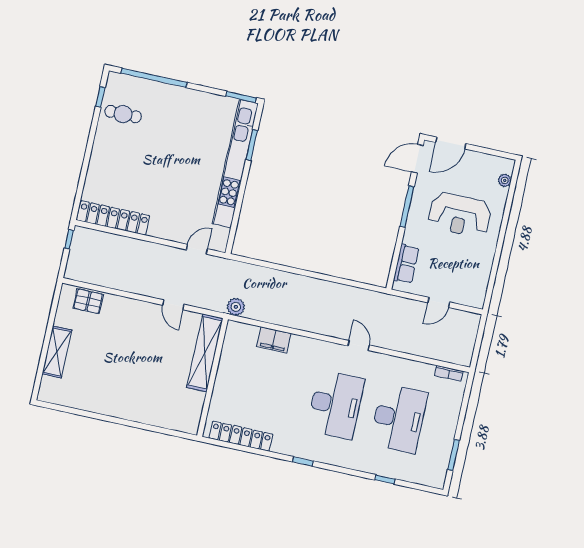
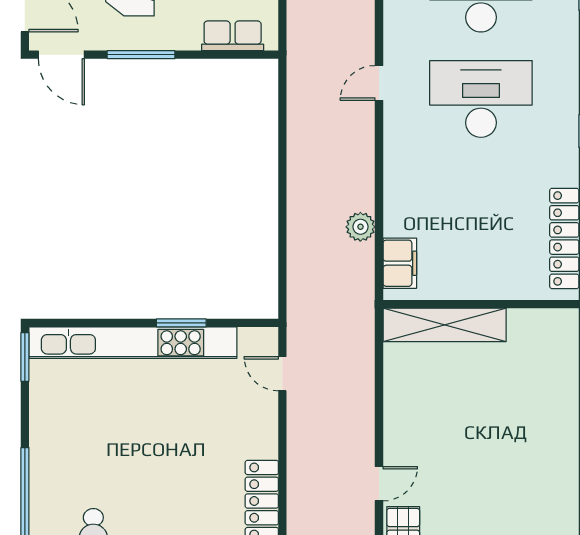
window: (252, 145) -> (181, 323), moved
door: (173, 305) -> (379, 484), moved
plant: (236, 307) -> (360, 227), moved
filing cabinet: (274, 340) -> (400, 263), moved

